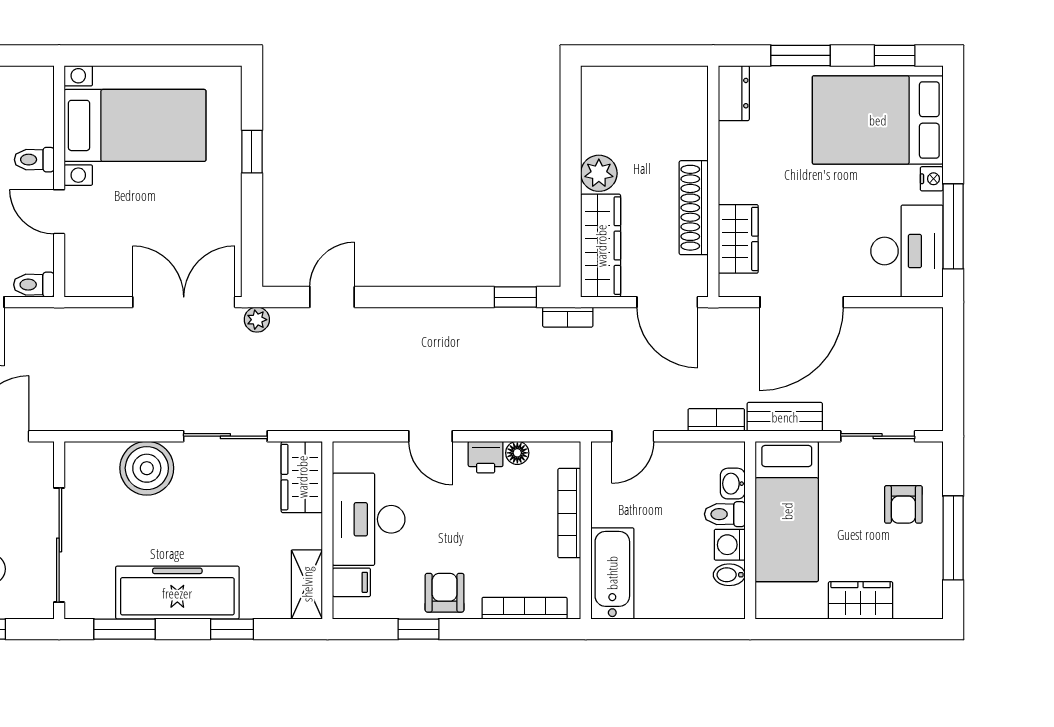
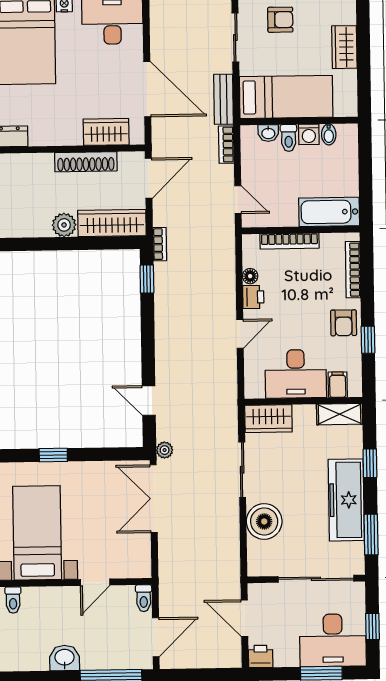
toilet: (34, 160) -> (13, 600), moved
armchair: (445, 593) -> (344, 323), turned -90

